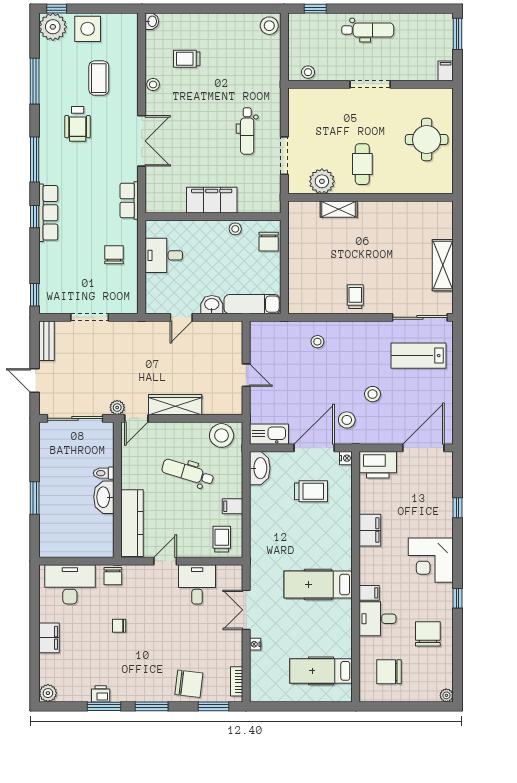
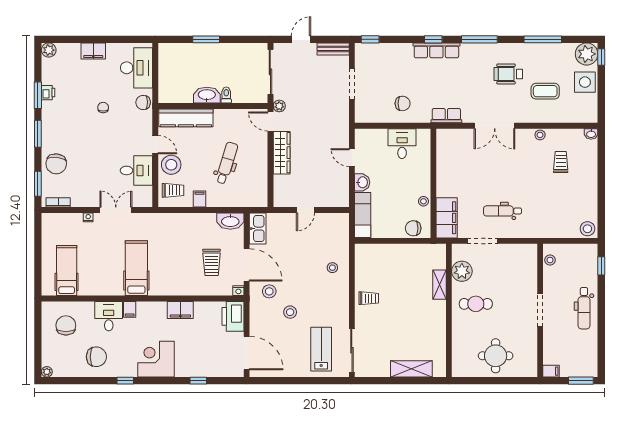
filing cabinet: (212, 200) -> (447, 218), moved
shelving: (443, 265) -> (411, 369), moved
stool: (222, 435) -> (171, 165), moved

